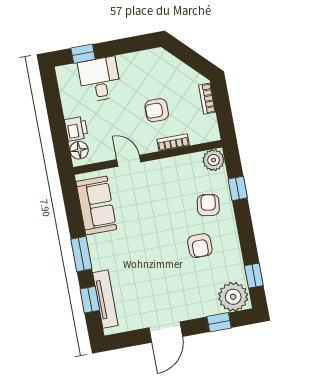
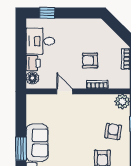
desk: (100, 79) -> (40, 41), moved, turned -90
sofa: (96, 205) -> (37, 143), moved

